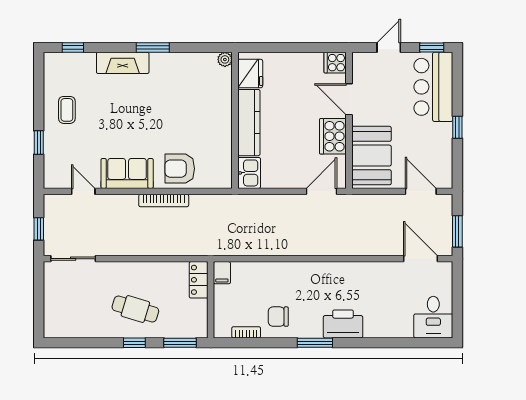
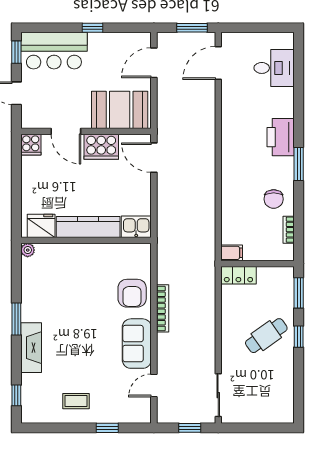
door: (349, 99) -> (66, 131), hinge flipped
cafe table: (135, 309) -> (266, 336), turned 38
desk: (433, 317) -> (274, 68), moved

